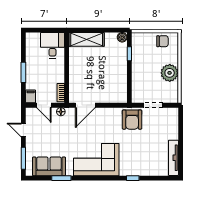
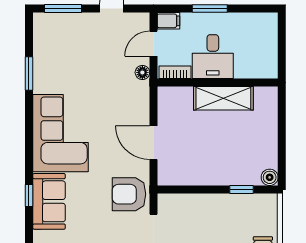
shelving: (87, 39) -> (223, 98), moved, turned 90
desk: (52, 45) -> (213, 57), moved, turned 90
door: (85, 105) -> (153, 143), moved
sofa: (49, 166) -> (49, 201), moved

